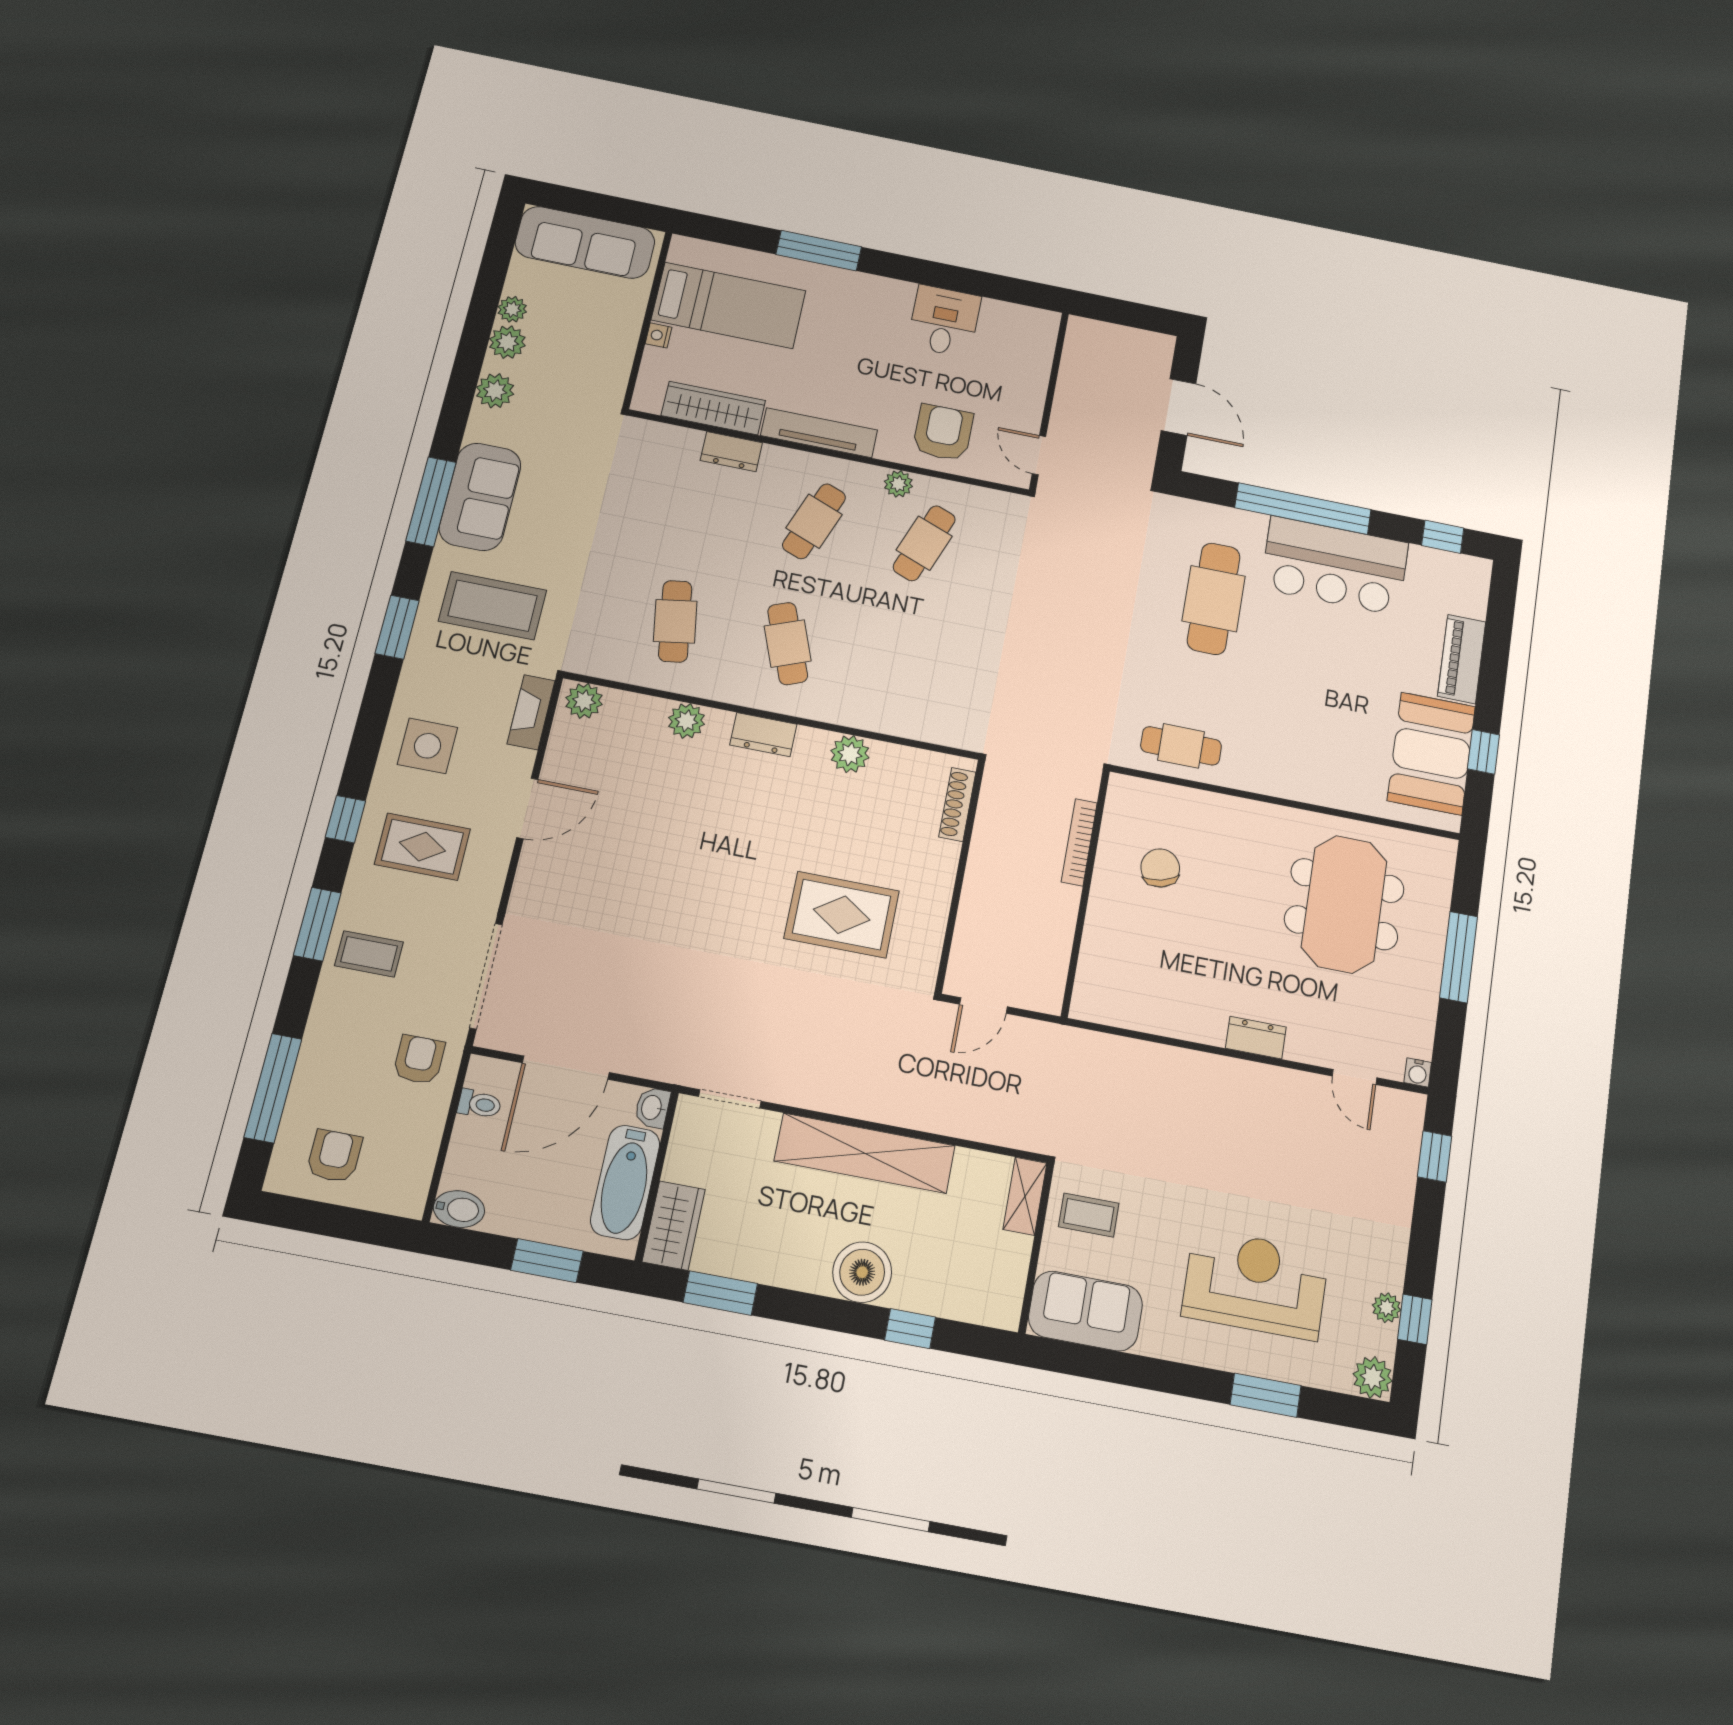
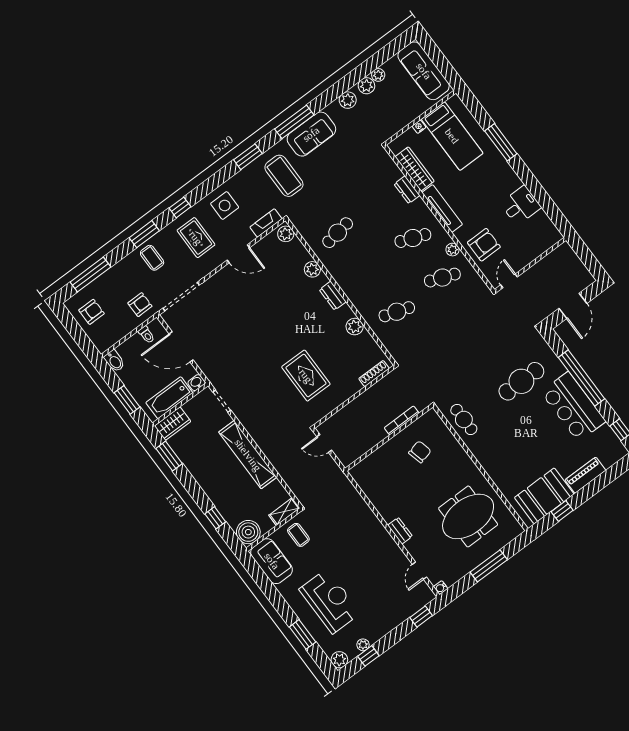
cafe table: (788, 643) -> (397, 312), moved, turned 39
boiler: (862, 1272) -> (248, 532), moved

